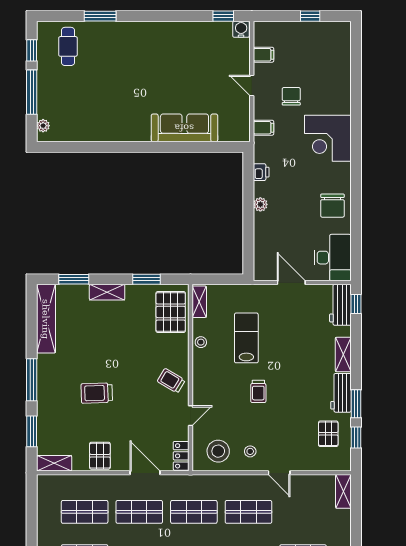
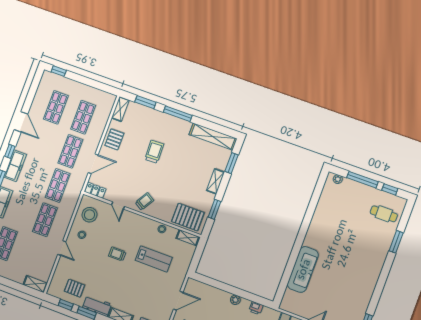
pallet: (100, 456) -> (114, 139), turned 90
door: (279, 473) -> (62, 248), swing flipped

